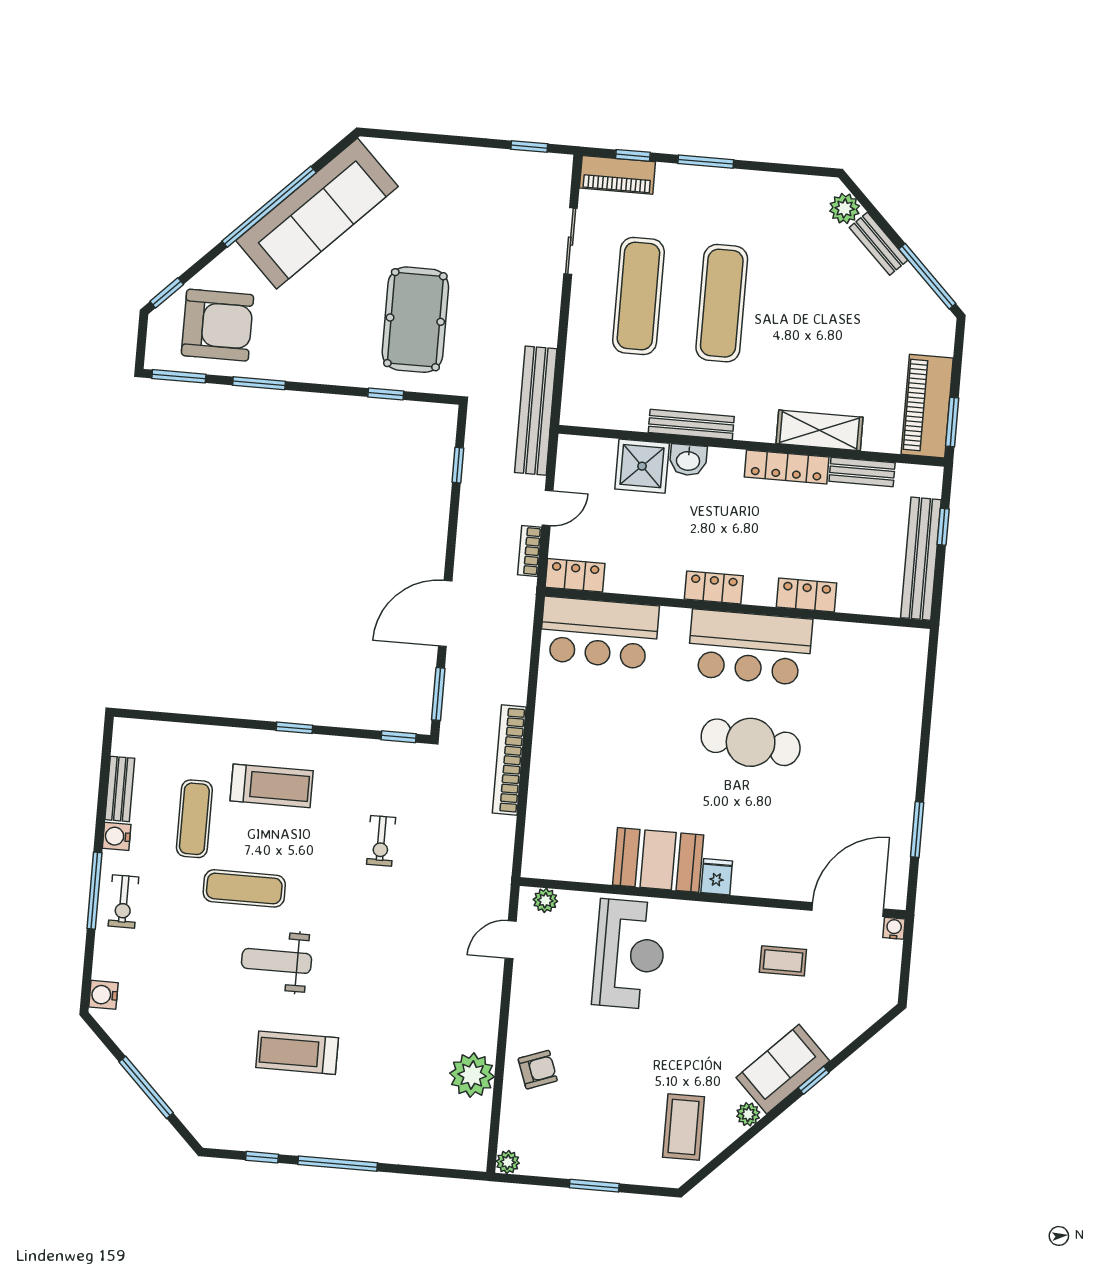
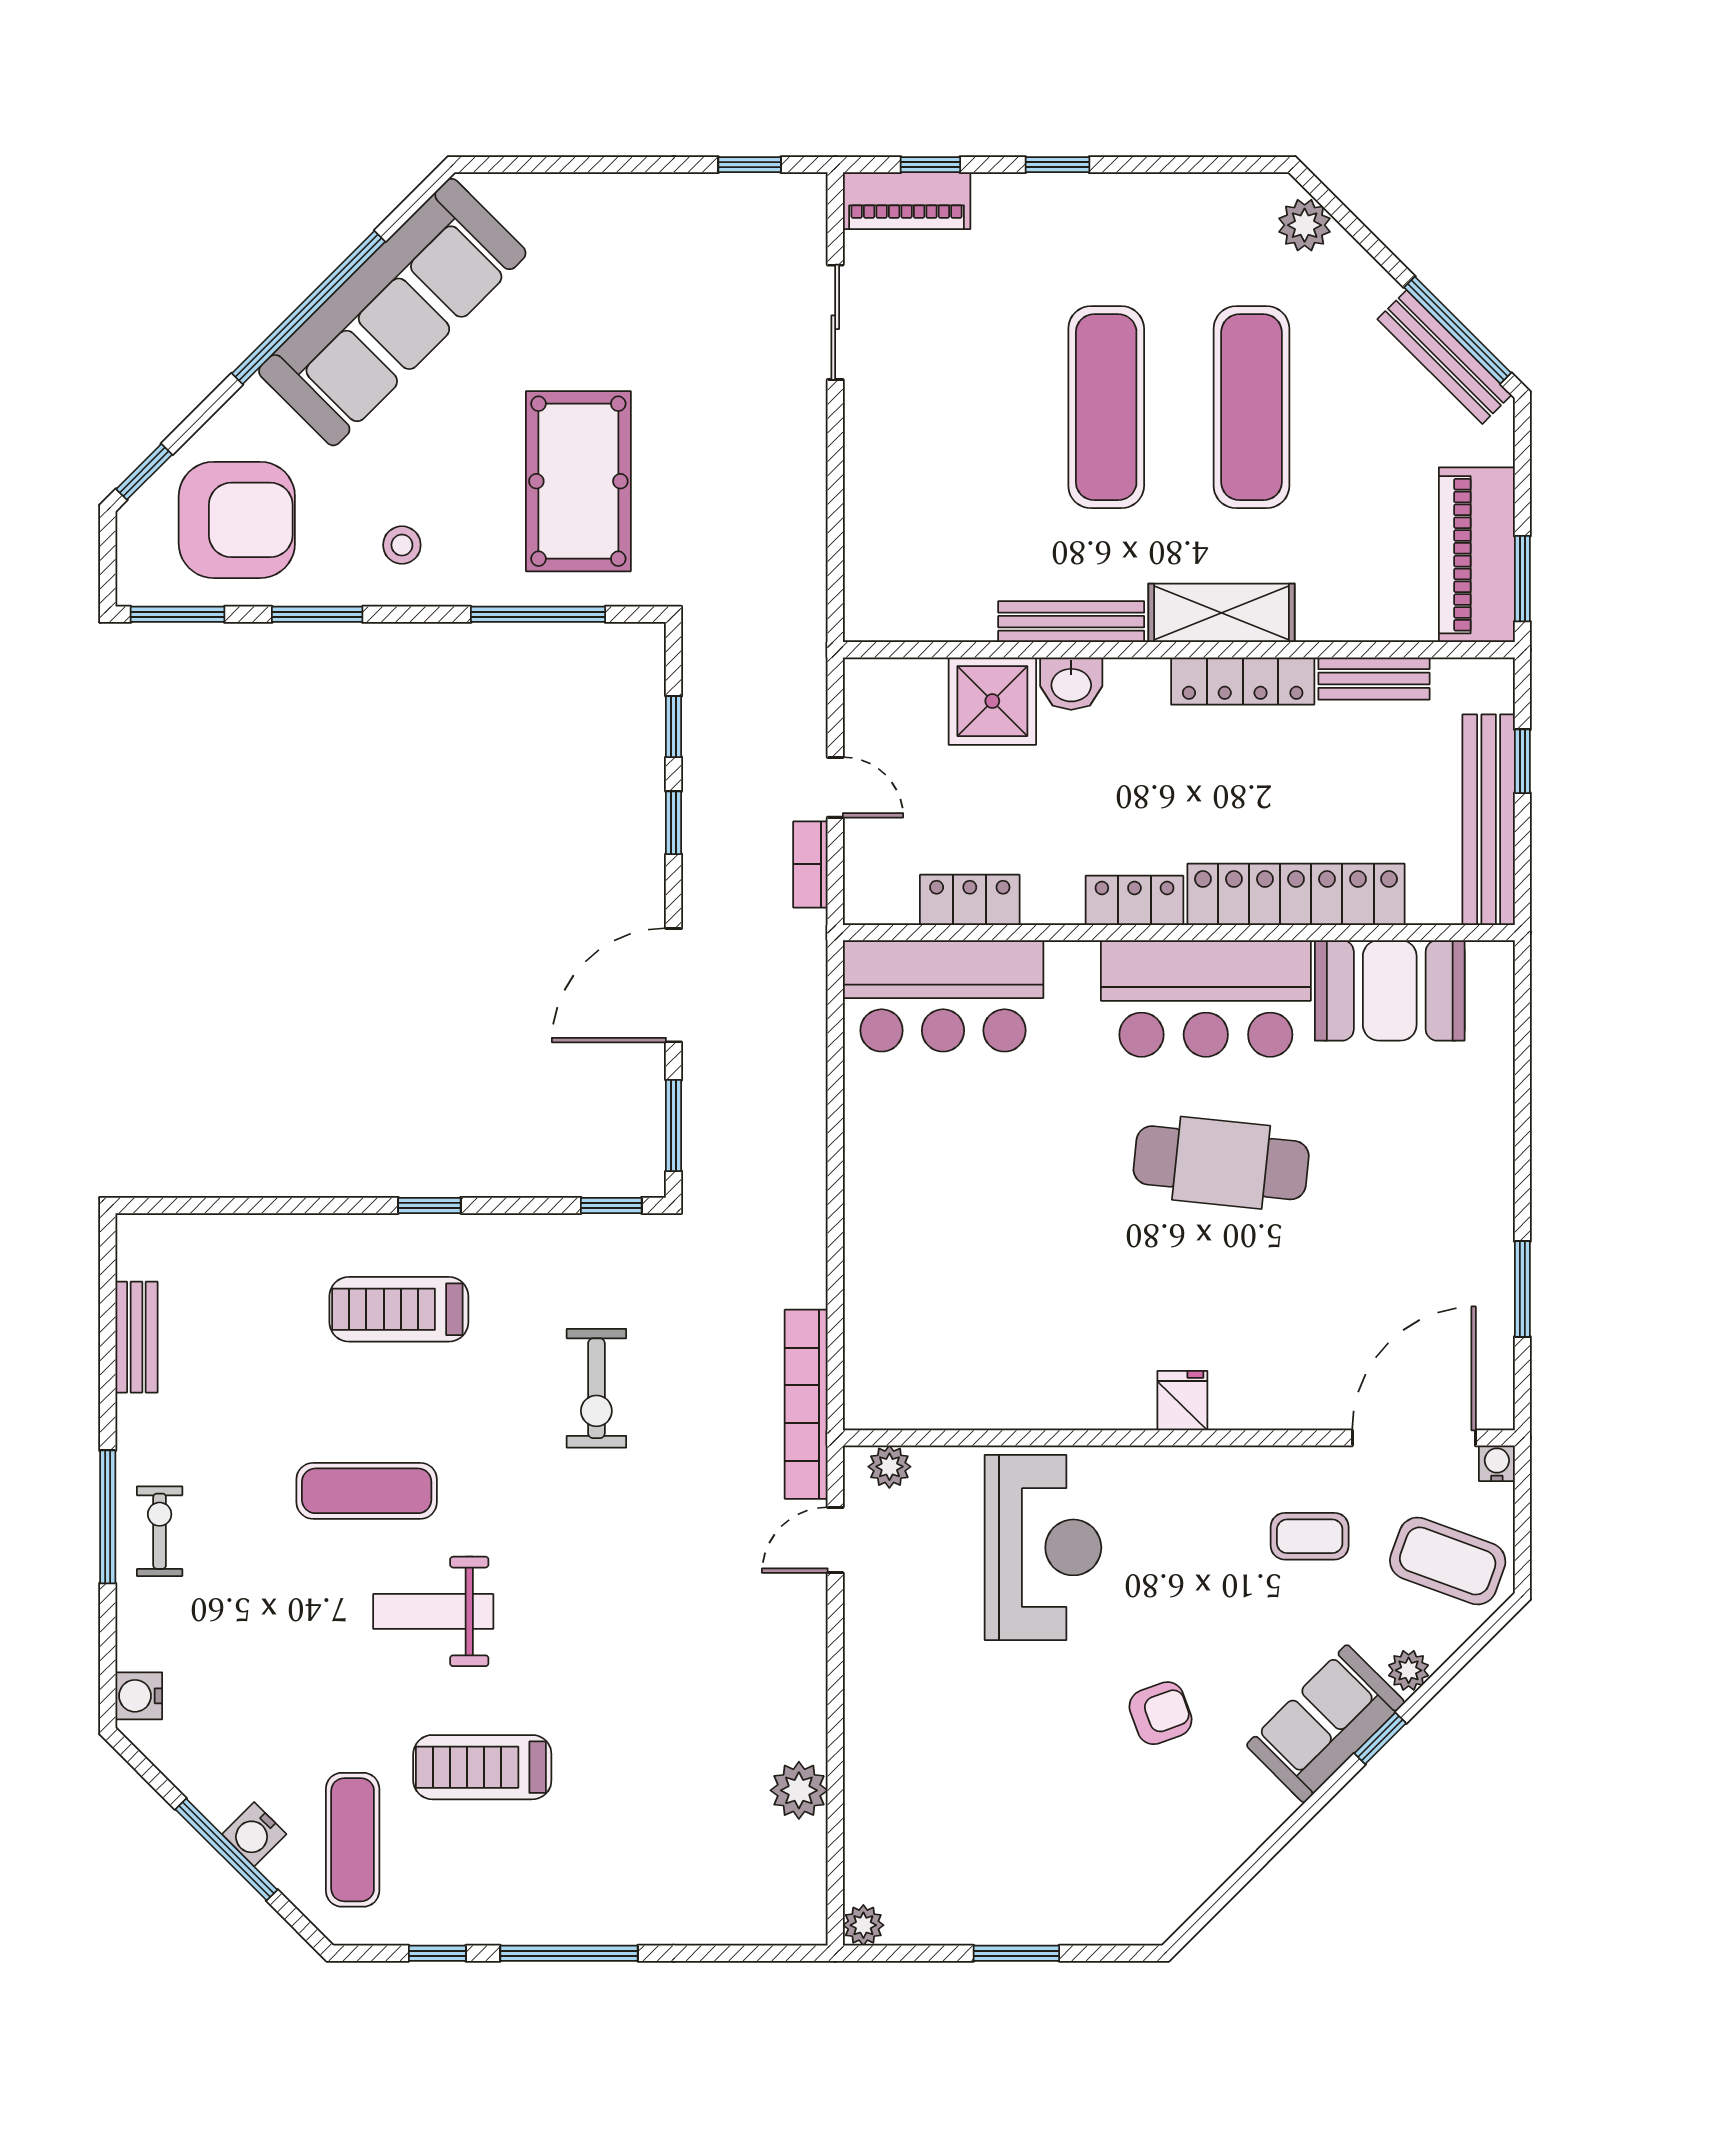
window: (706, 162) -> (1057, 165), width x0.67
bench: (879, 244) -> (1444, 357), moved, width x1.36
exercise mat: (638, 296) -> (1251, 407), moved
stool: (311, 348) -> (402, 545), added
window: (386, 394) -> (538, 614), width x2.17
bench: (536, 411) -> (800, 621), removed
shelving: (819, 430) -> (1221, 613), moved
door: (548, 508) -> (835, 787), hinge flipped
window: (453, 520) -> (674, 823), added
locker: (575, 575) -> (970, 900), moved
locker: (806, 595) -> (1296, 894), width x2.16, depth x1.21
bookcase: (509, 760) -> (806, 1404), moved
treadmill: (272, 786) -> (399, 1309), turned 180
exercise mat: (194, 819) -> (353, 1840), moved
water cooler: (117, 836) -> (254, 1834), moved, turned -45
exercise bike: (381, 841) -> (596, 1388), width x1.38, depth x1.39
booth: (658, 860) -> (1390, 990), moved
exercise bike: (123, 901) -> (160, 1531), turned 180
armchair: (538, 1070) -> (1161, 1713), moved
plant: (472, 1075) -> (799, 1790), width x0.73, depth x0.73
plant: (748, 1114) -> (1409, 1670), moved
coffee table: (684, 1127) -> (1448, 1561), moved, turned -70

